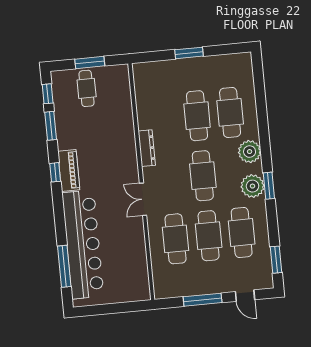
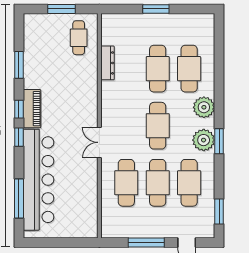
cafe table: (87, 88) -> (79, 38), moved
window: (48, 94) -> (19, 137), moved
dresser: (147, 148) -> (107, 63), moved

